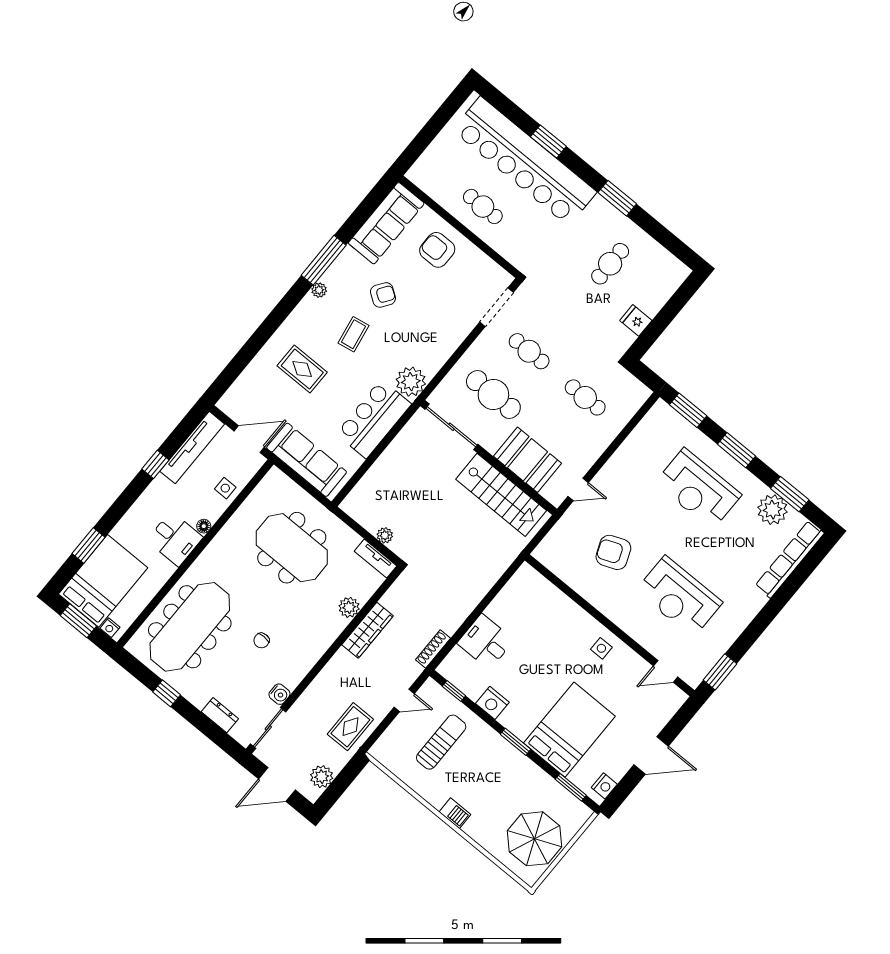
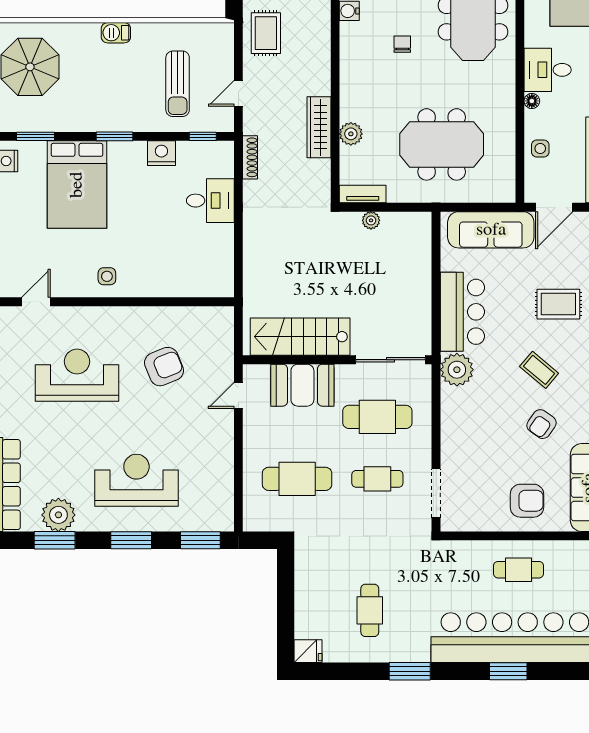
fridge: (636, 320) -> (308, 651), moved
coffee table: (354, 334) -> (539, 370), turned -40
cafe table: (585, 397) -> (297, 479), width x1.37, depth x1.35

